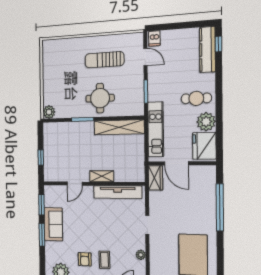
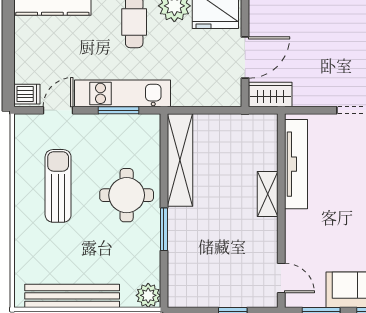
sun lounger: (104, 60) -> (58, 186), turned 180
bench: (48, 71) -> (72, 296), added
kitchen unit: (156, 129) -> (123, 93), moved
door: (75, 184) -> (281, 278), moved

